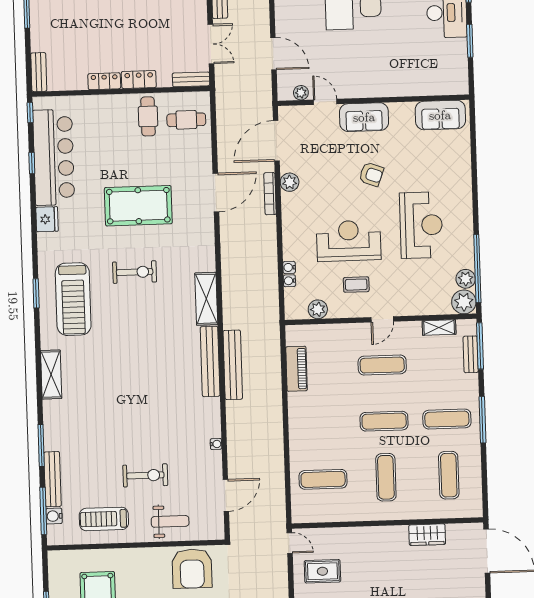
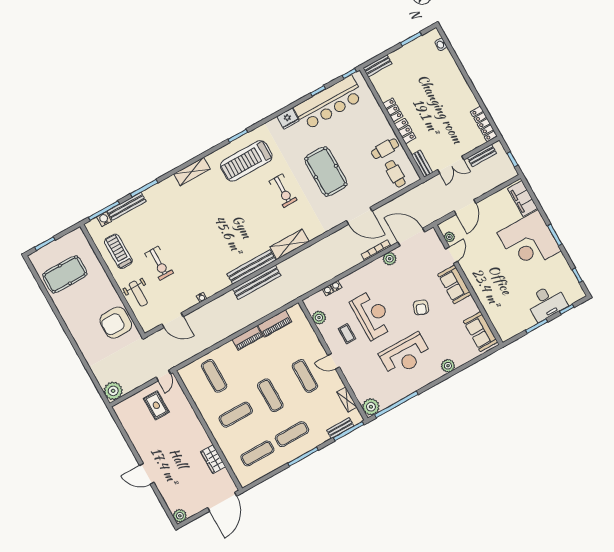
plant: (466, 279) -> (448, 366), moved
piano: (297, 413) -> (247, 338), added
exercise mat: (447, 419) -> (292, 434), turned 90

